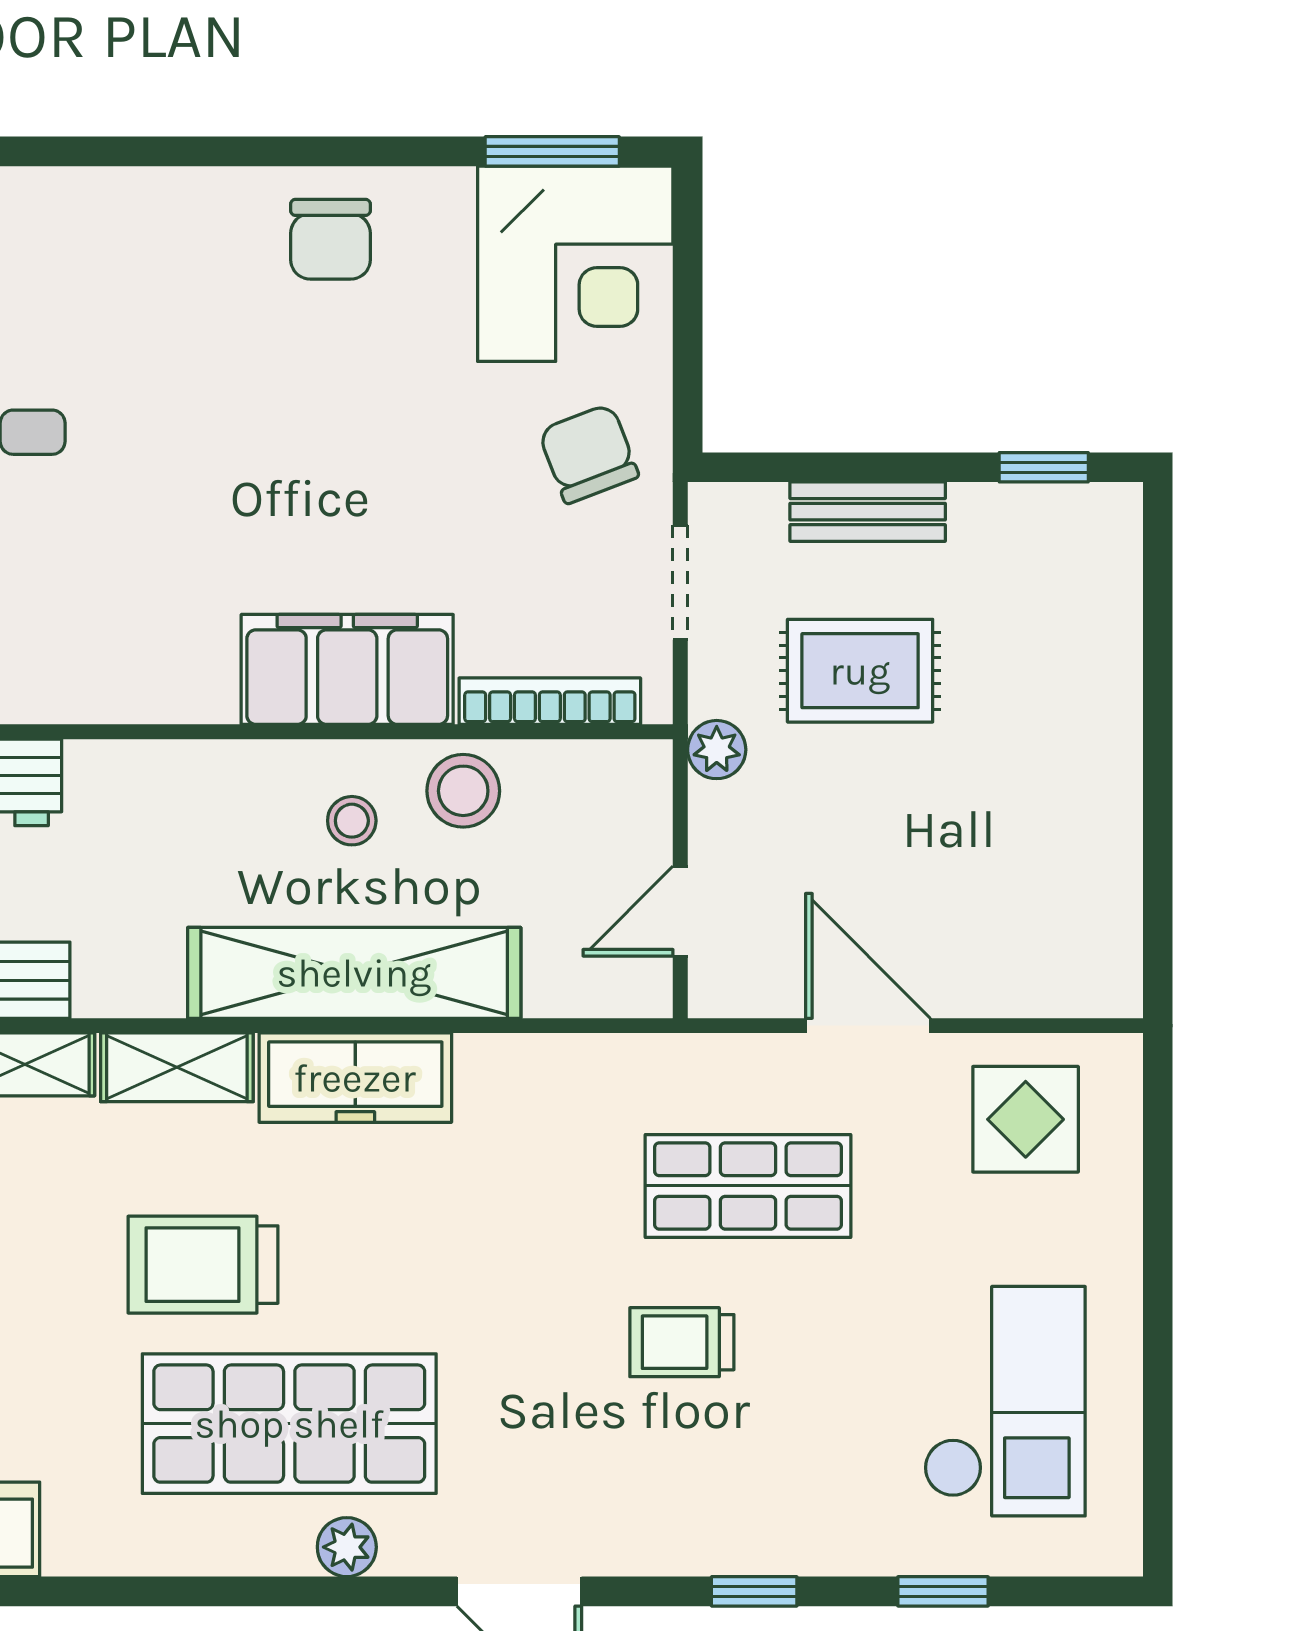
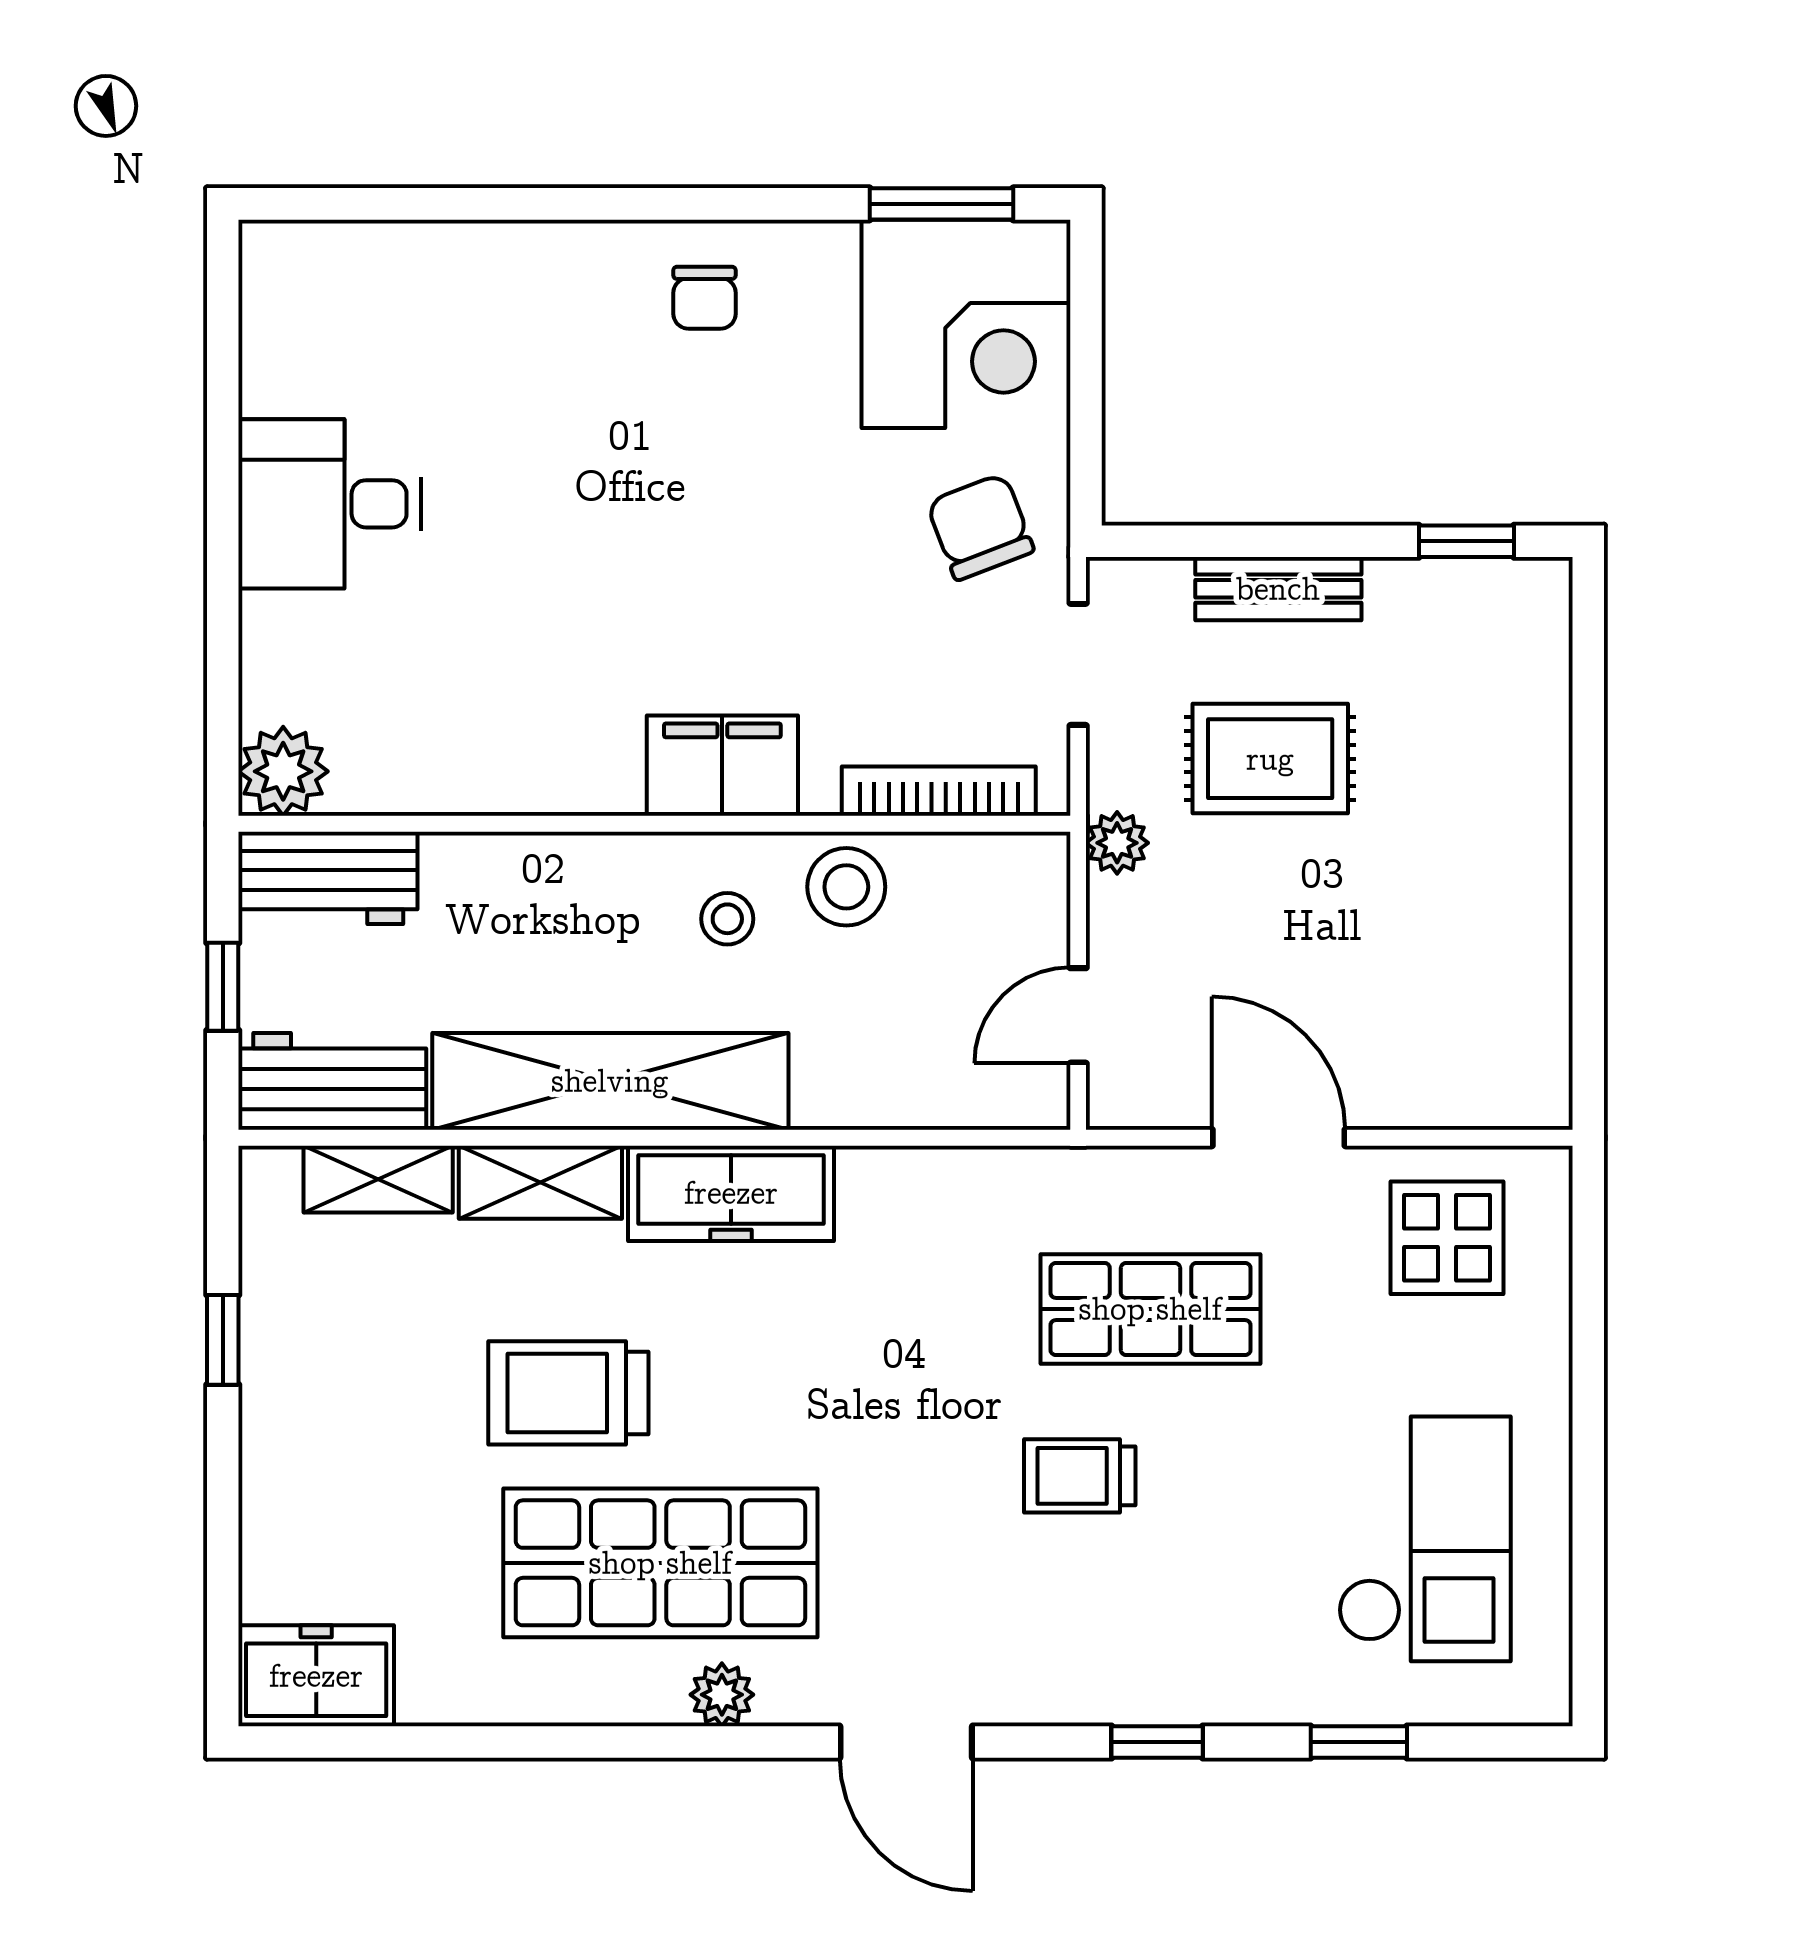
chair: (330, 239) -> (704, 298), width x0.73, depth x0.73
filing cabinet: (347, 669) -> (722, 766), width x0.67, depth x0.86
shelving: (354, 973) -> (610, 1081), moved

